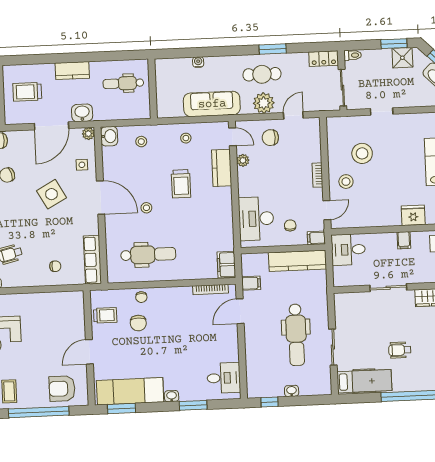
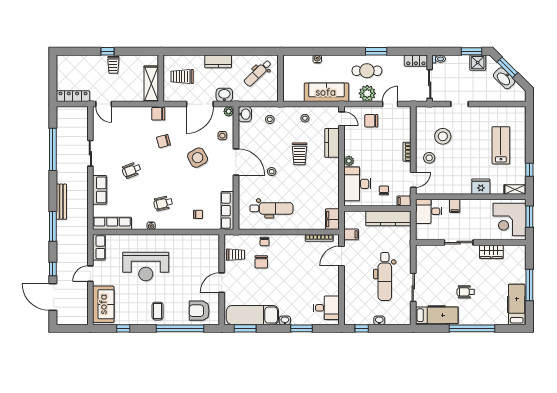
dental chair: (123, 83) -> (258, 73), turned -44
plant: (243, 160) -> (349, 161), moved
filing cabinet: (404, 240) -> (455, 206), moved

